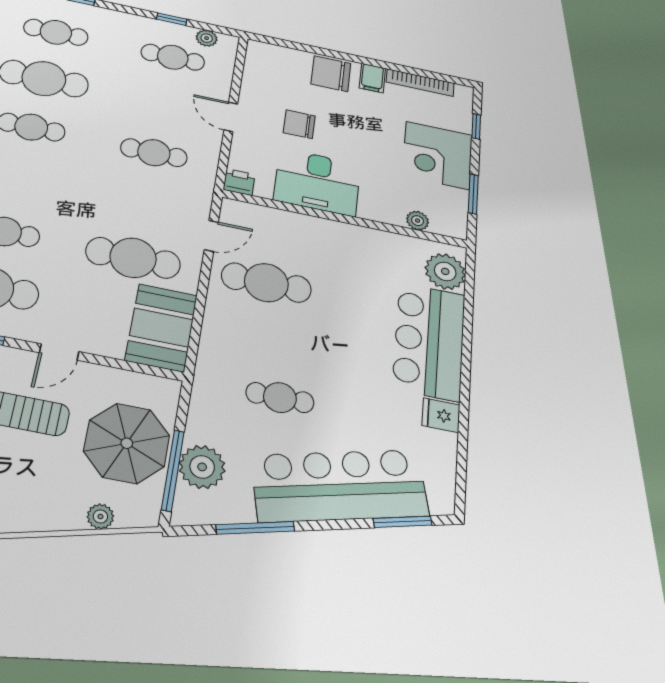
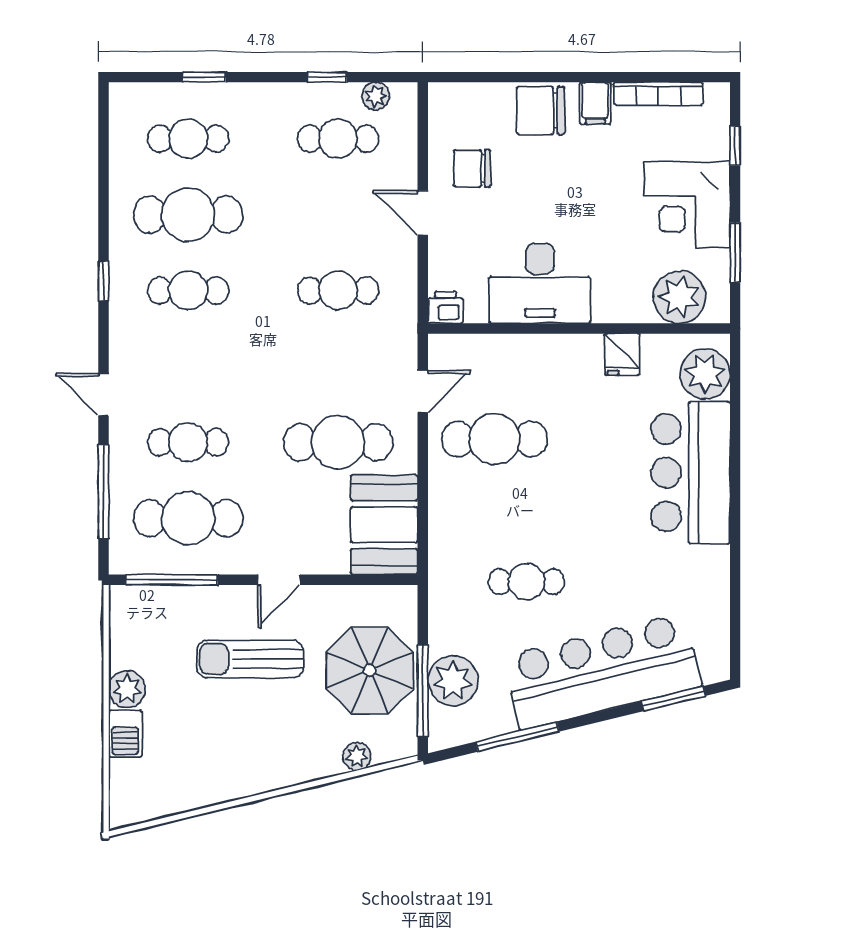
chair: (299, 124) -> (472, 168), moved
plant: (418, 221) -> (679, 297), width x1.88, depth x1.88
fridge: (441, 415) -> (622, 354), moved, turned -90

